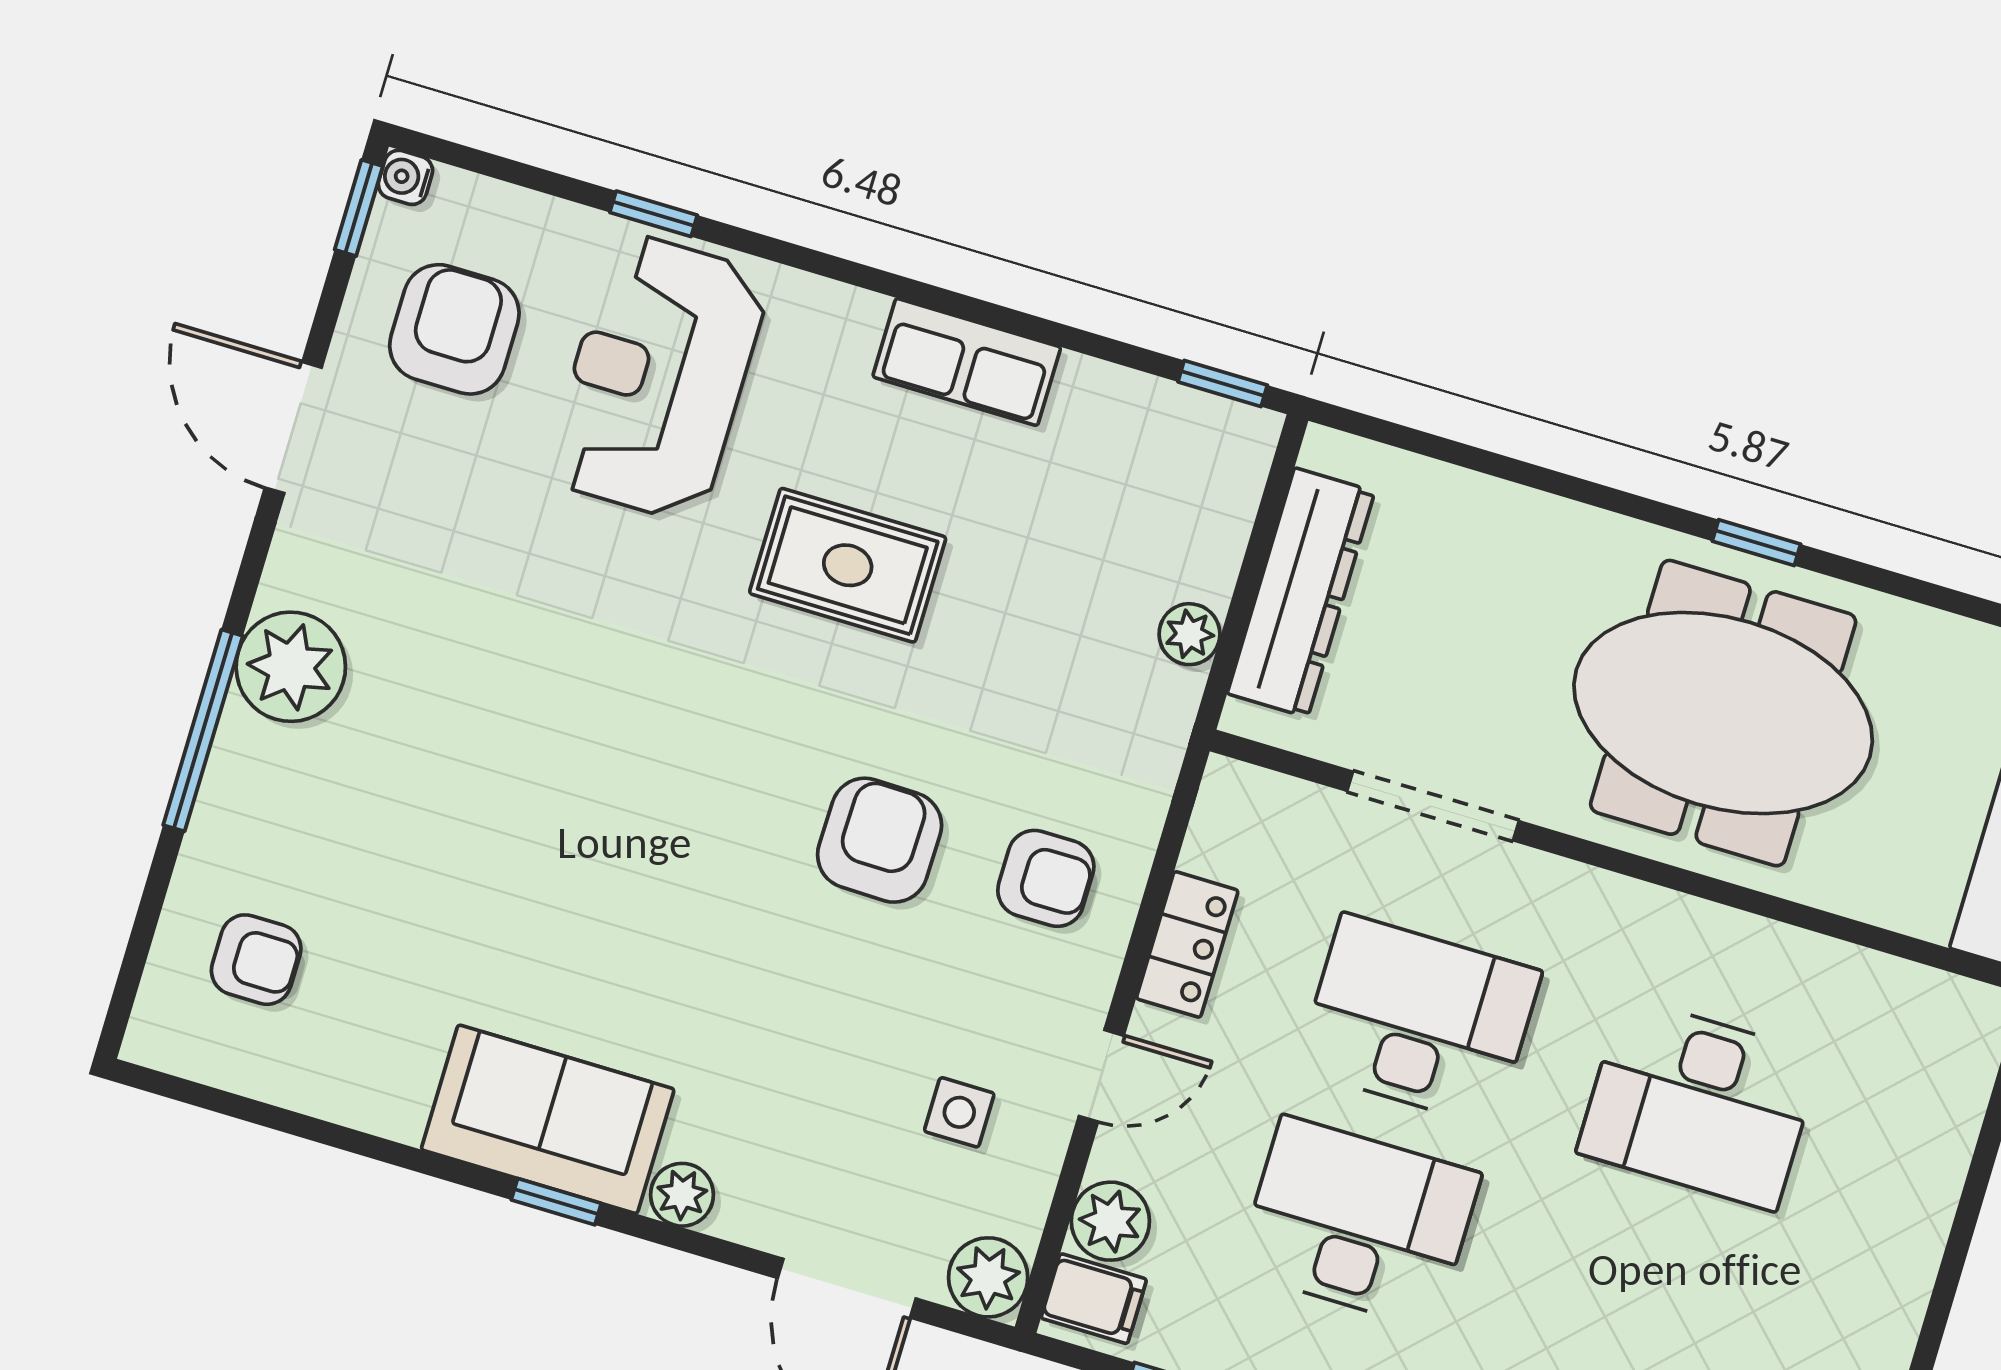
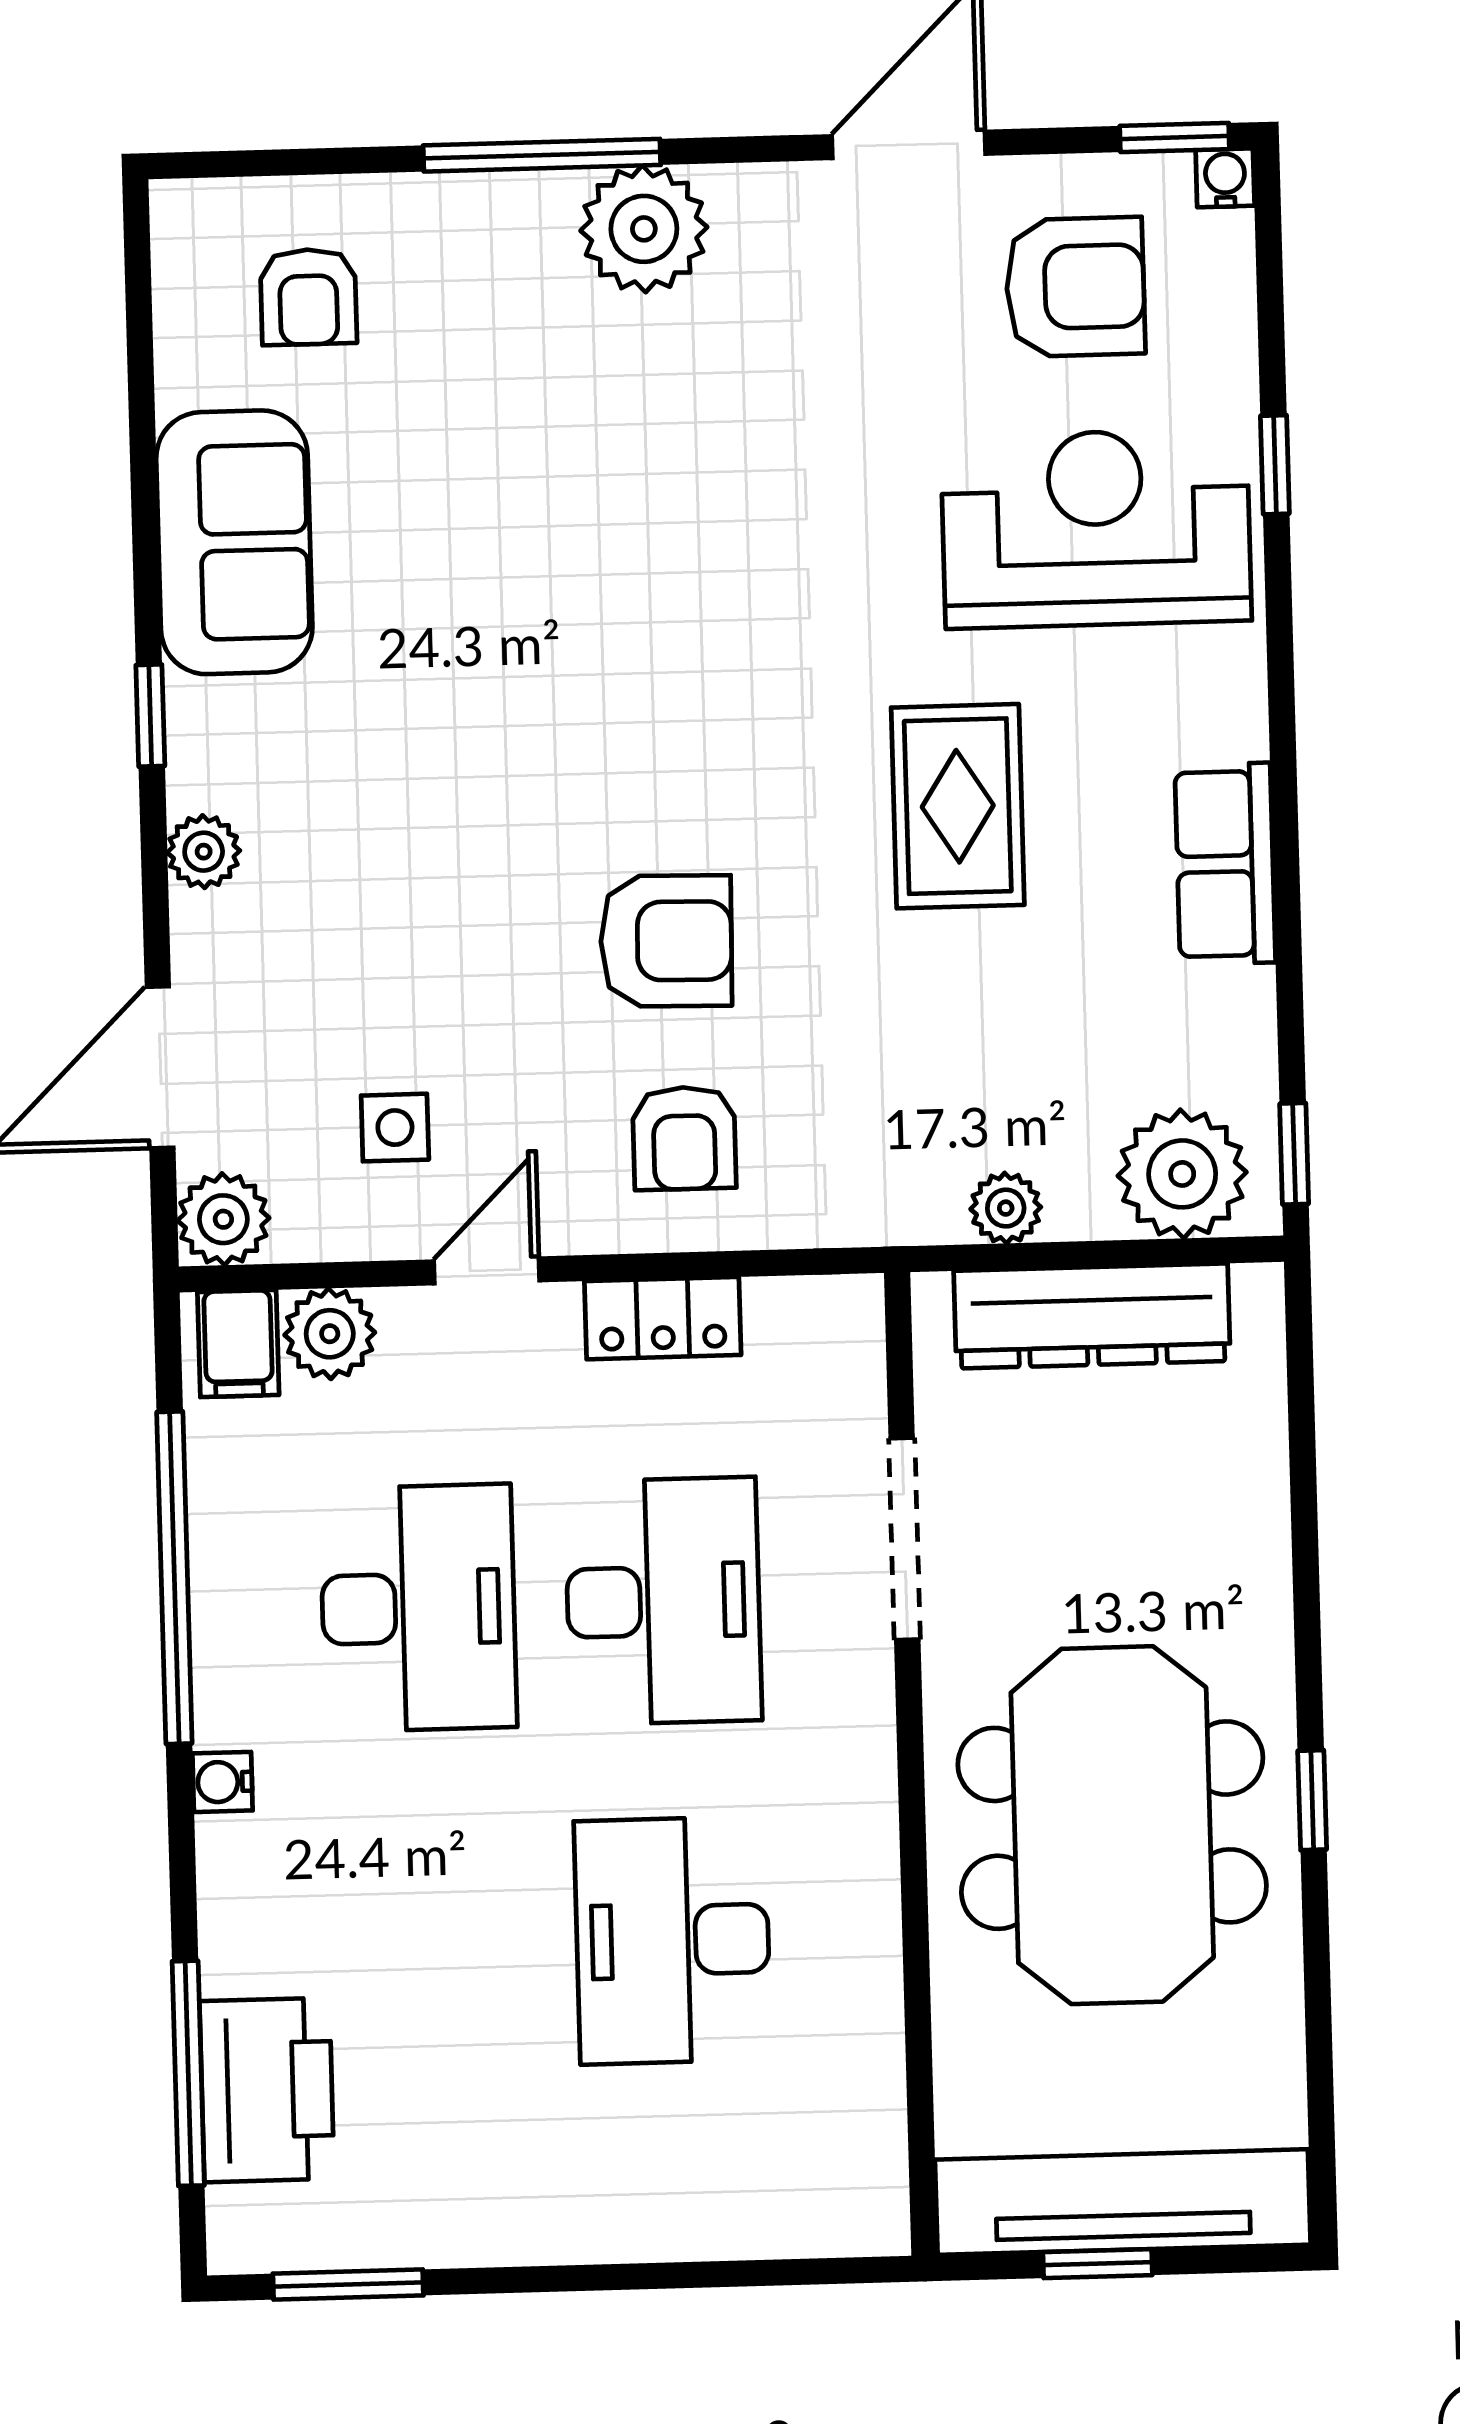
plant: (1209, 481) -> (1182, 1174), added
door: (1101, 1076) -> (487, 1271), swing flipped
sofa: (548, 1119) -> (234, 542), moved

